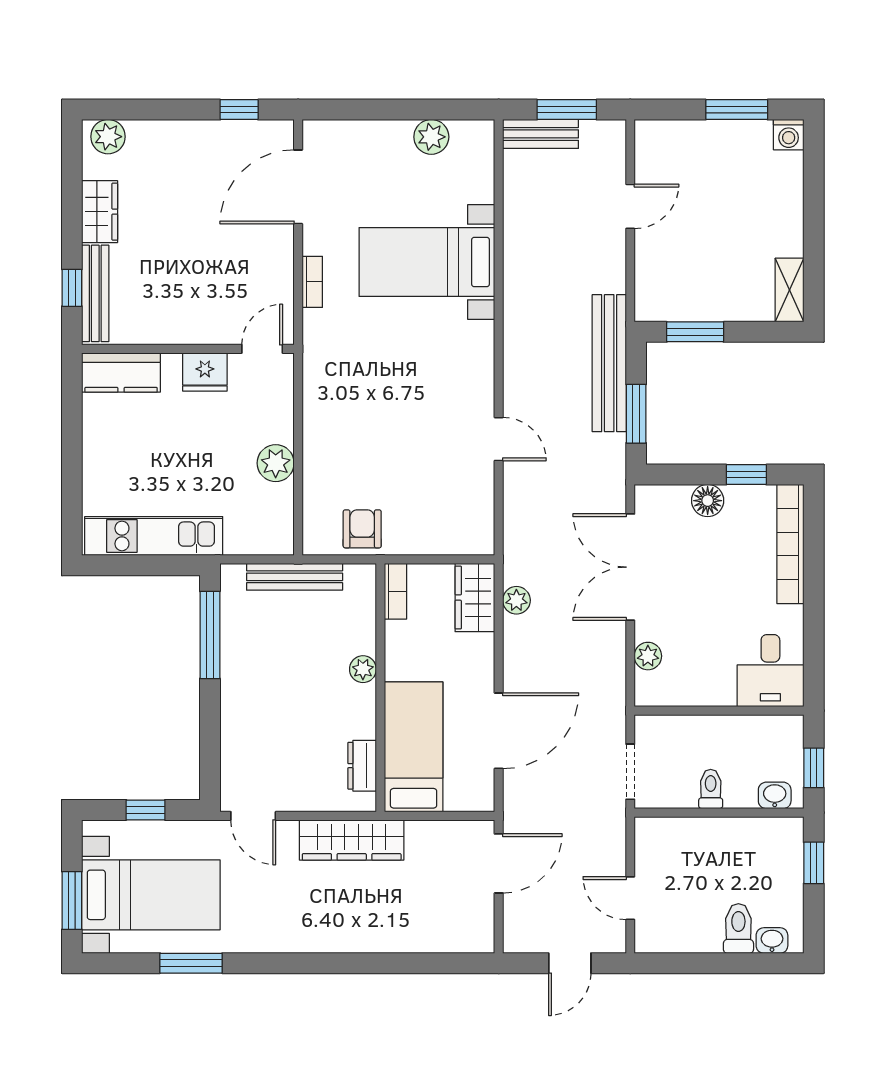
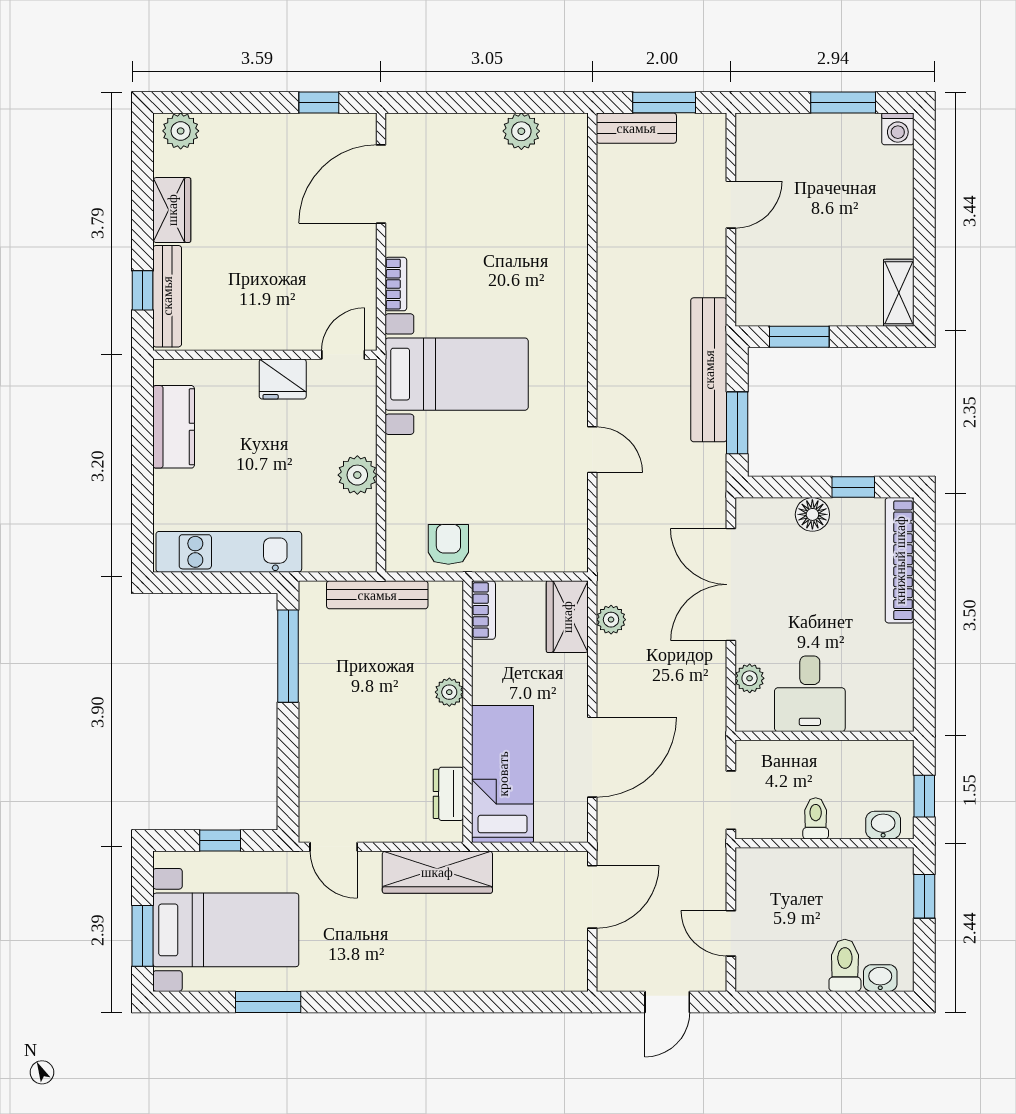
bed with nightstands: (427, 262) -> (457, 374), moved, turned 180
kitchen counter: (121, 373) -> (174, 427), moved, turned -90
desk: (770, 671) -> (810, 694), moved

